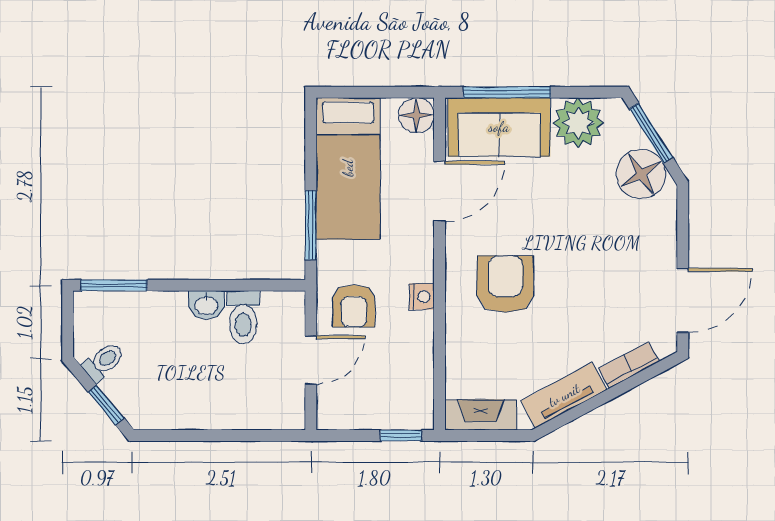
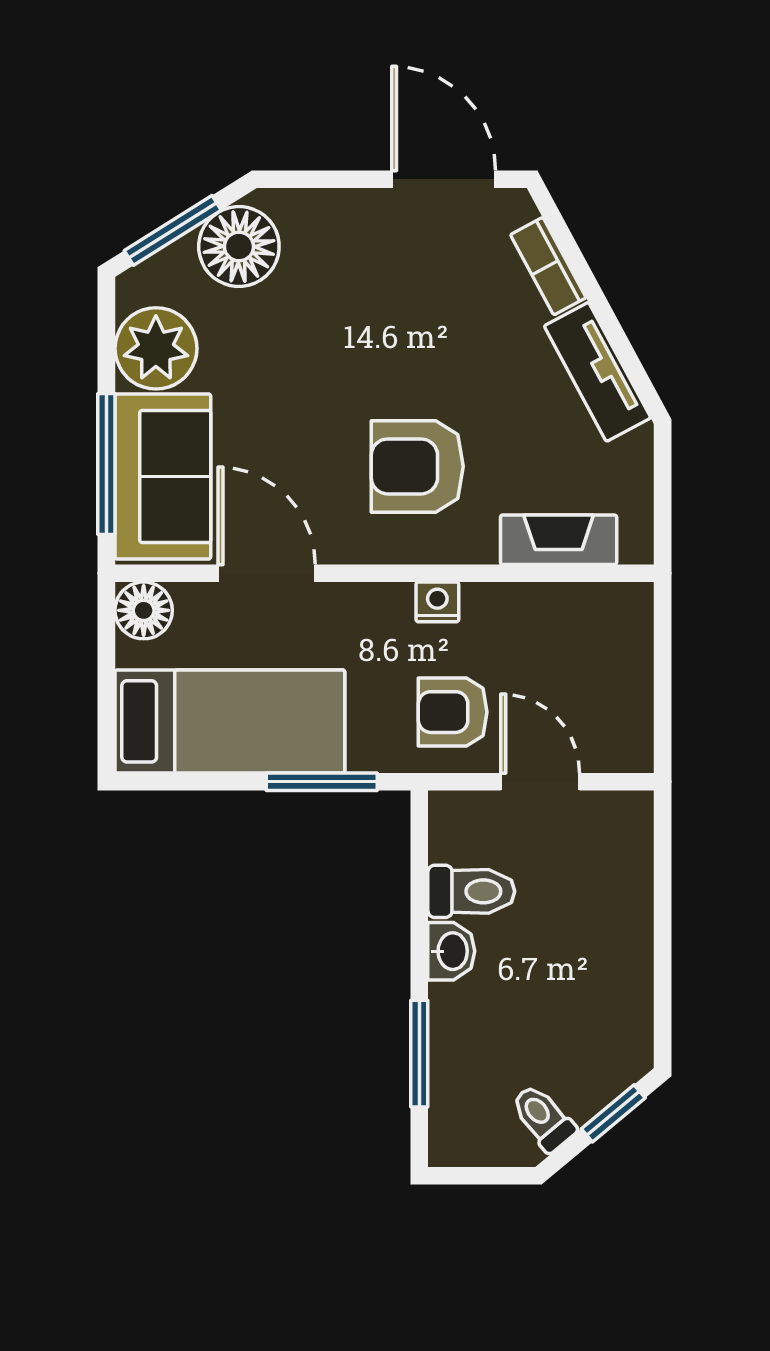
window: (114, 285) -> (419, 1054), moved
armchair: (354, 306) -> (453, 712), turned 180
fireplace: (481, 415) -> (559, 540), moved, turned 90
window: (401, 436) -> (663, 636), removed

